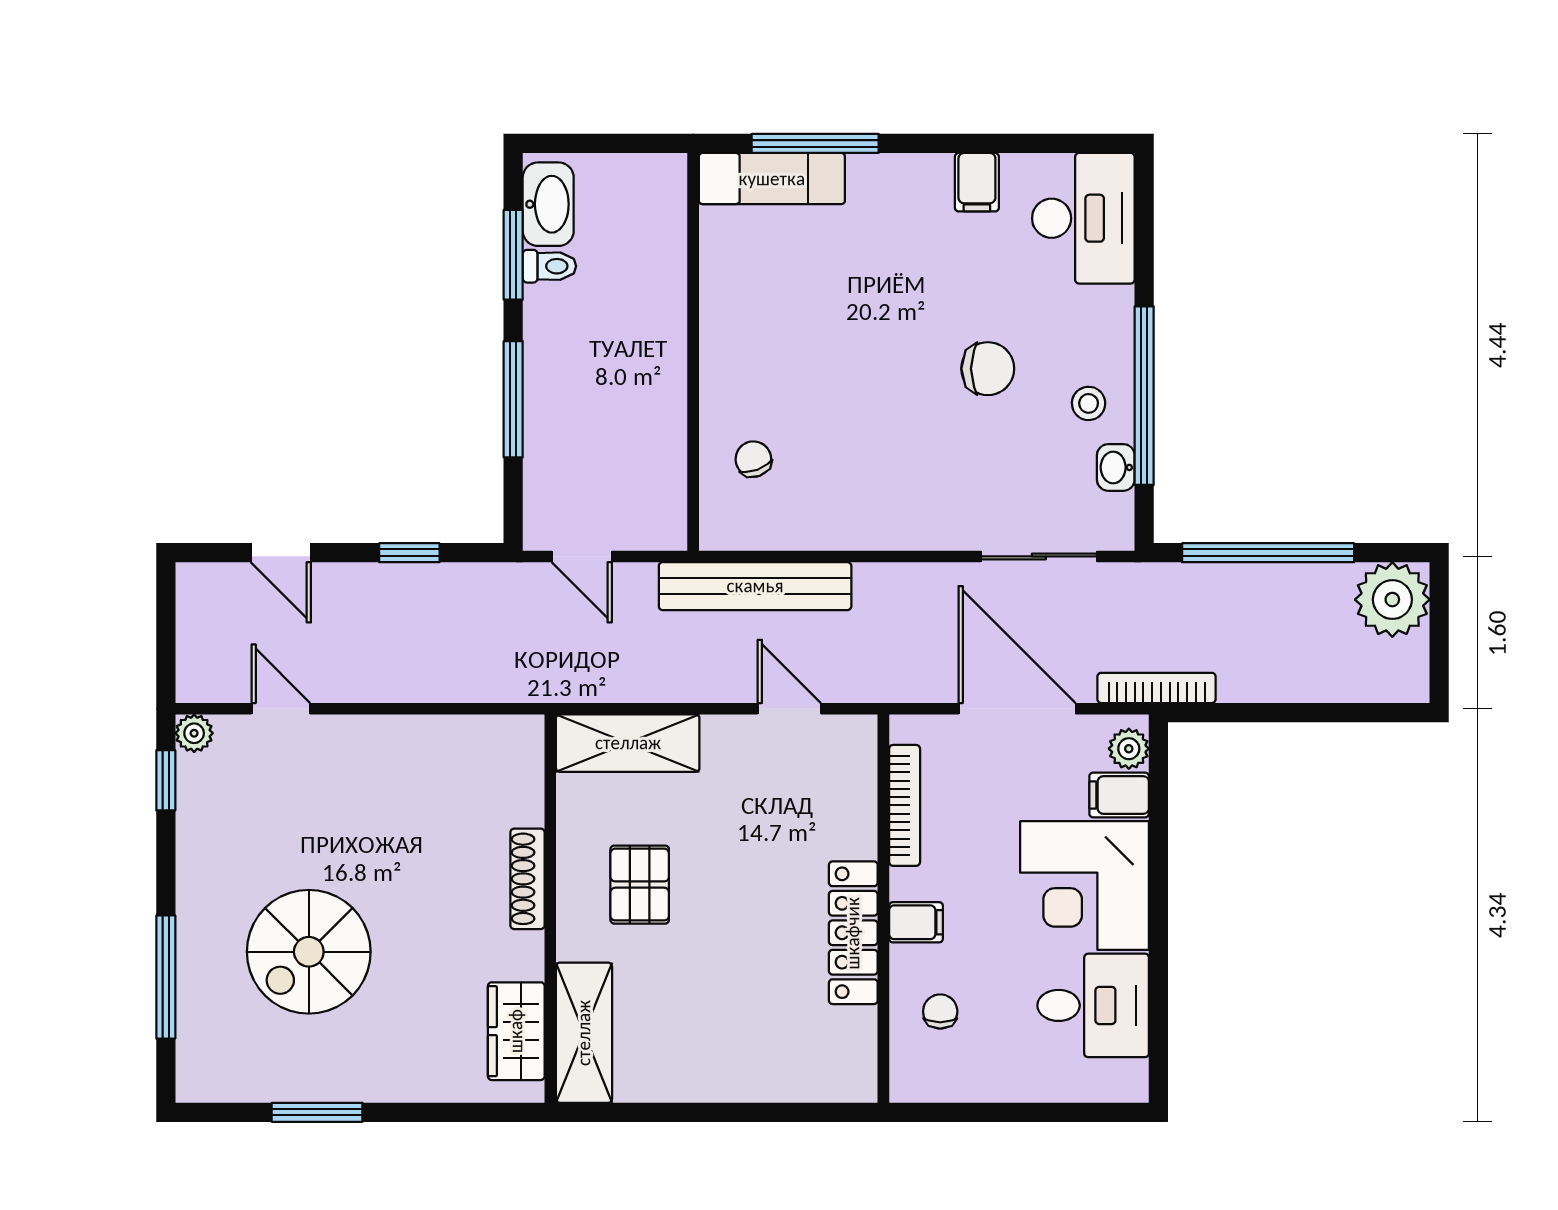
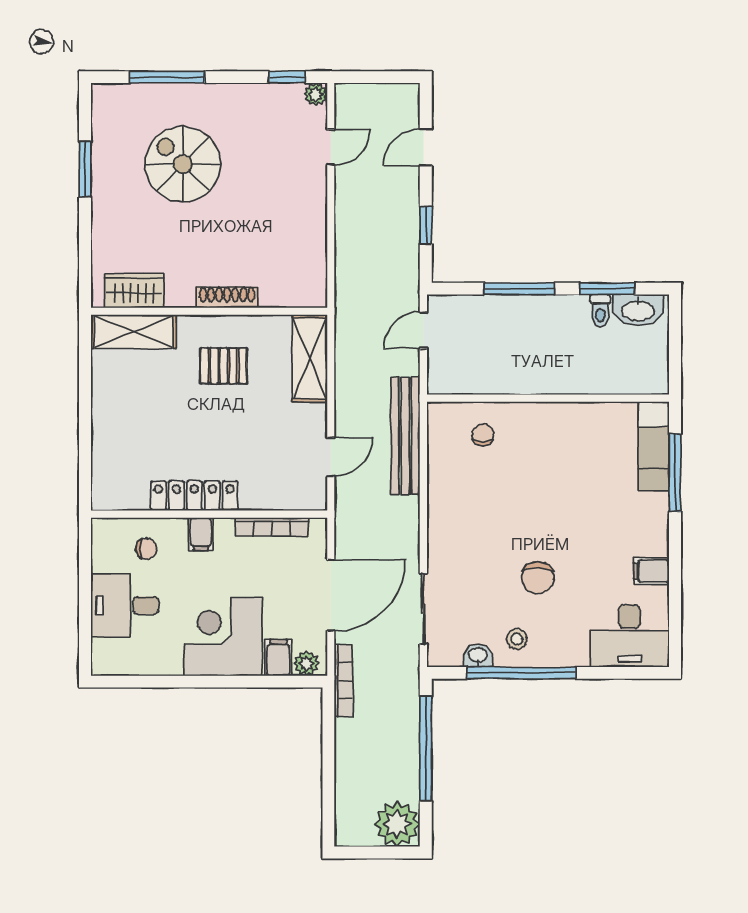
chair: (753, 459) -> (483, 435), turned -70
desk: (1093, 1005) -> (125, 606), moved, turned 90

